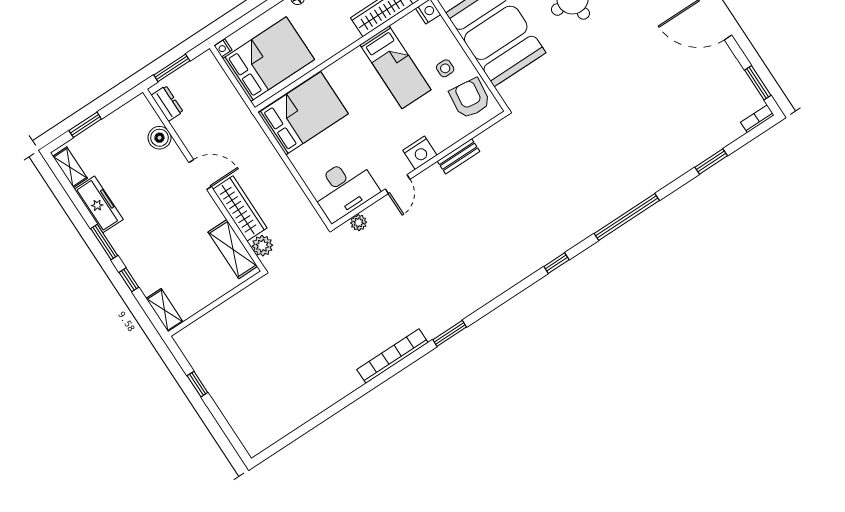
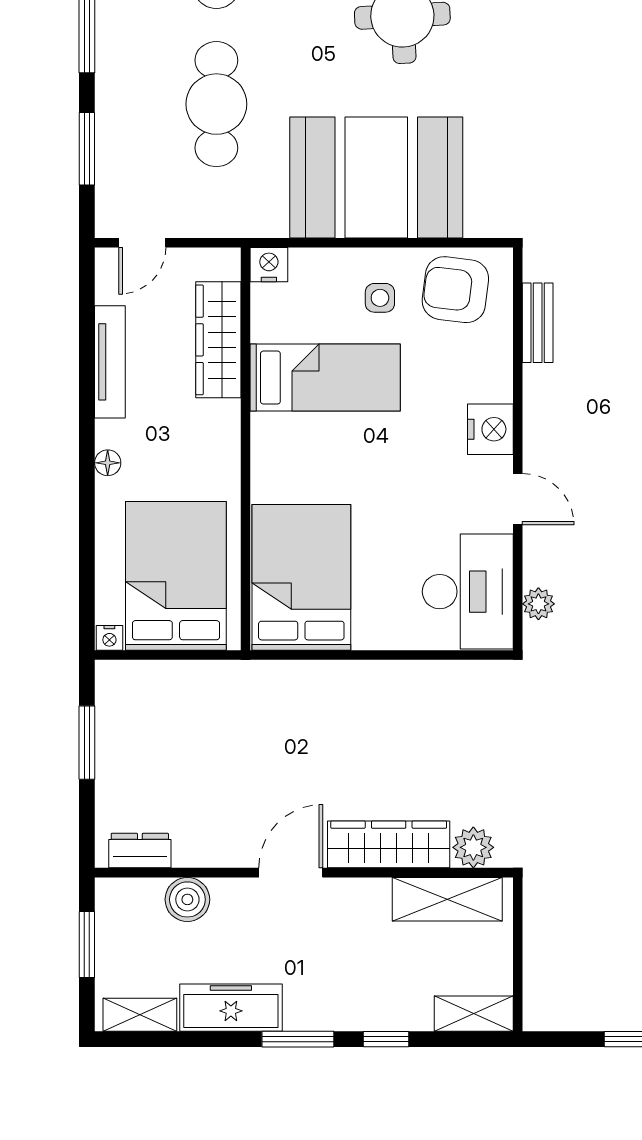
dresser: (167, 104) -> (140, 851), moved
boiler: (159, 138) -> (187, 899), moved
bench: (459, 156) -> (538, 323), moved
door: (200, 174) -> (291, 873), moved
wall: (204, 180) -> (304, 873), moved
wardrobe: (240, 209) -> (389, 844), moved
plant: (262, 246) -> (473, 847), moved
shelving: (233, 249) -> (447, 899), moved

